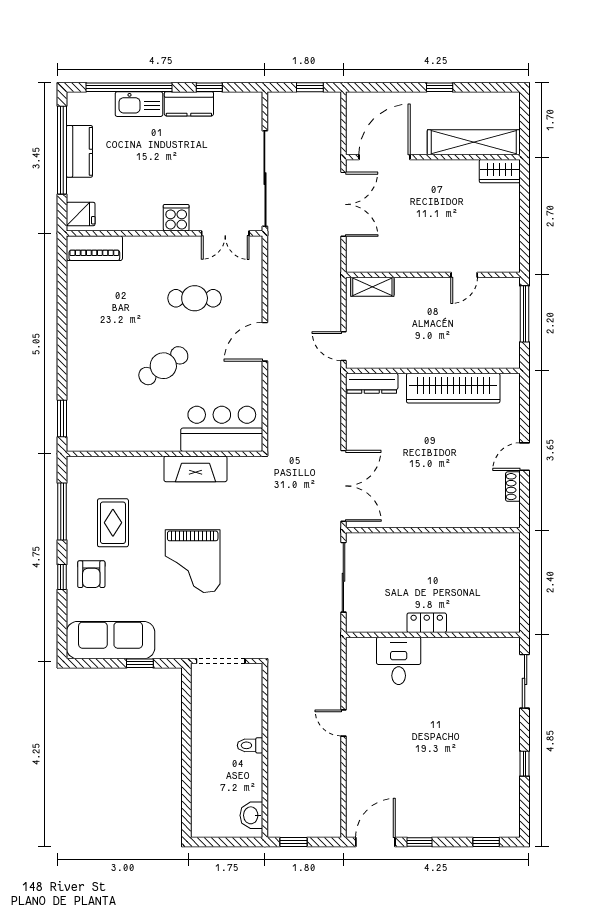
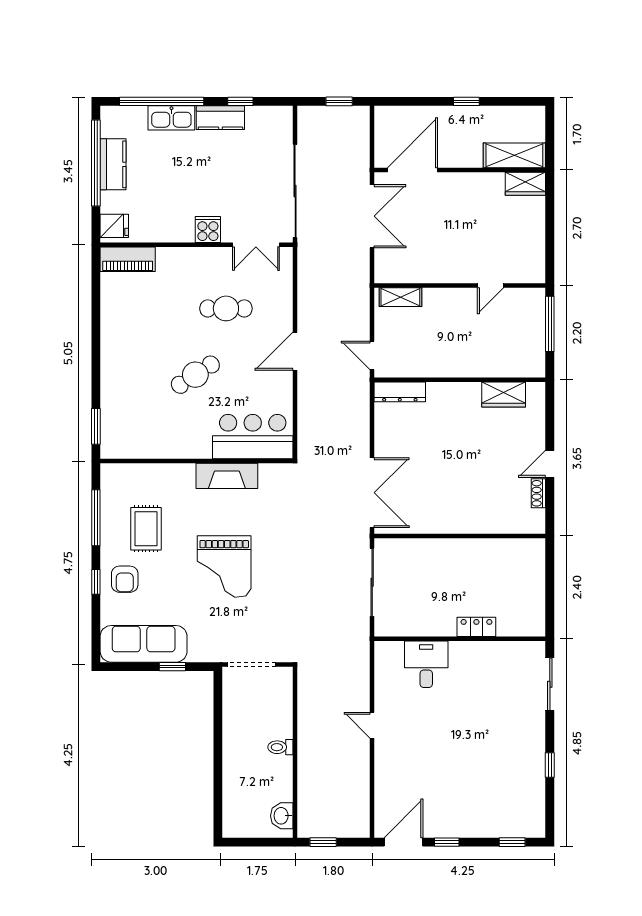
shelving: (474, 142) -> (514, 155), width x0.68
wardrobe: (453, 388) -> (504, 394), width x0.48, depth x0.85
locker: (427, 623) -> (476, 627), moved

